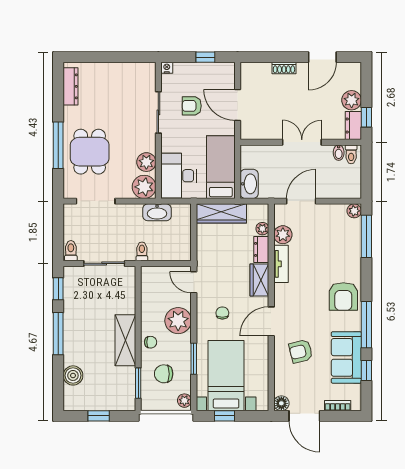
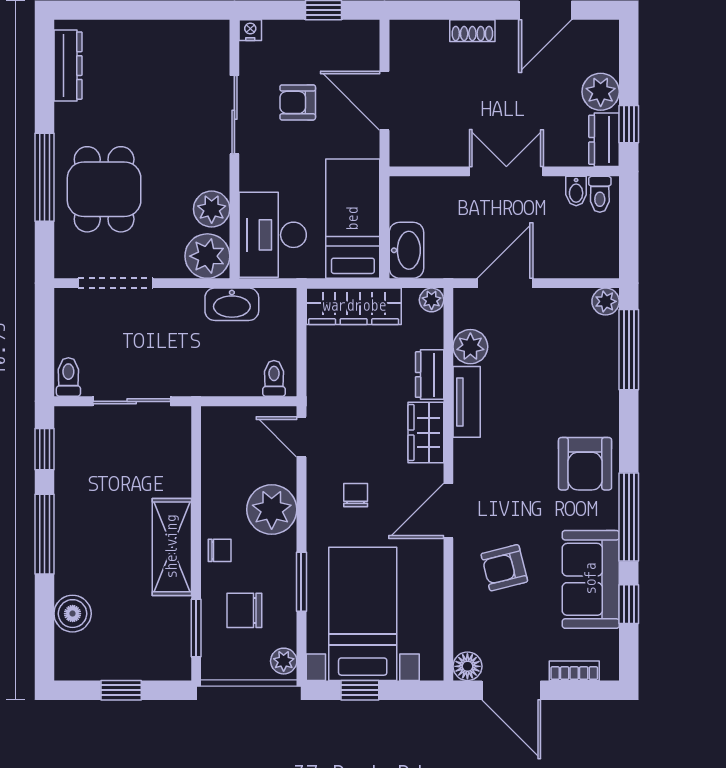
plant: (262, 229) -> (432, 300), moved
toilet: (142, 251) -> (274, 378), moved

